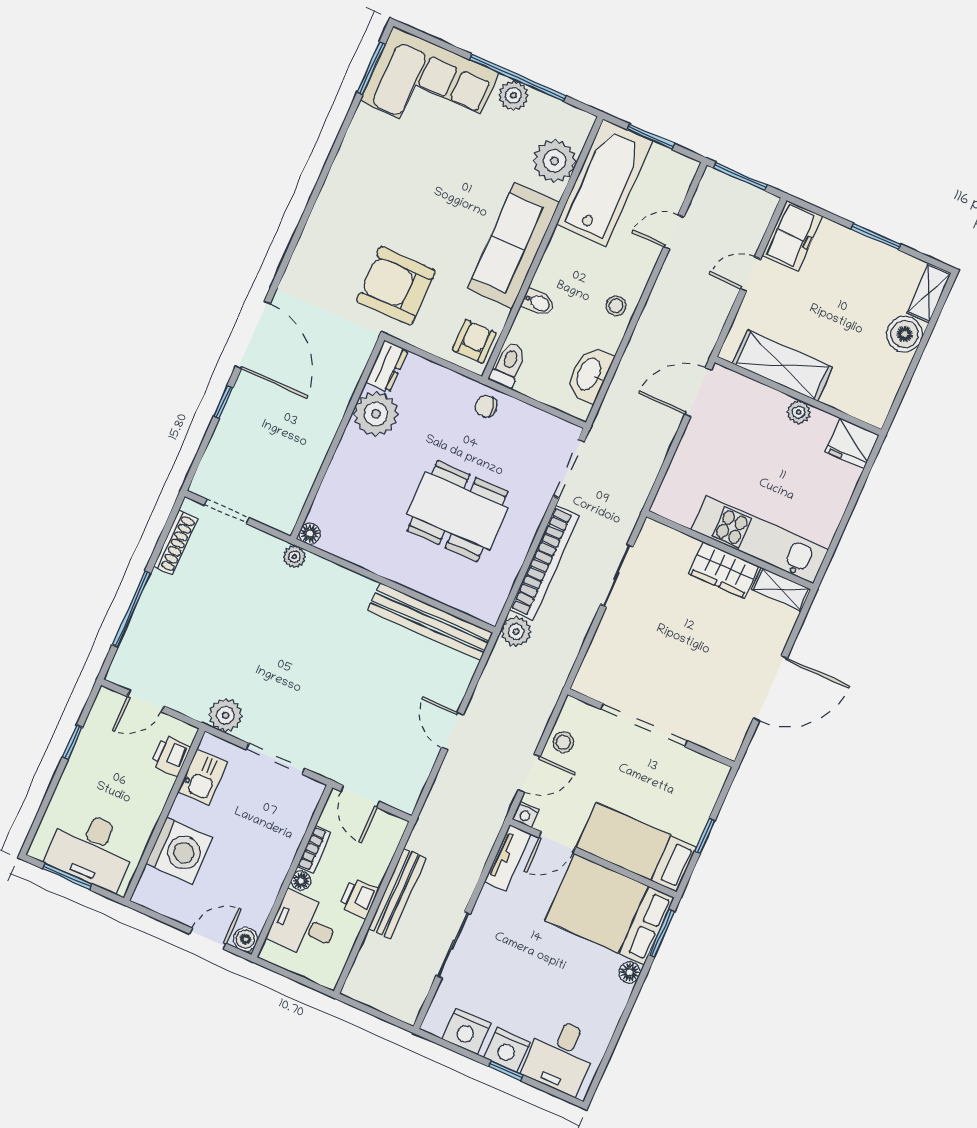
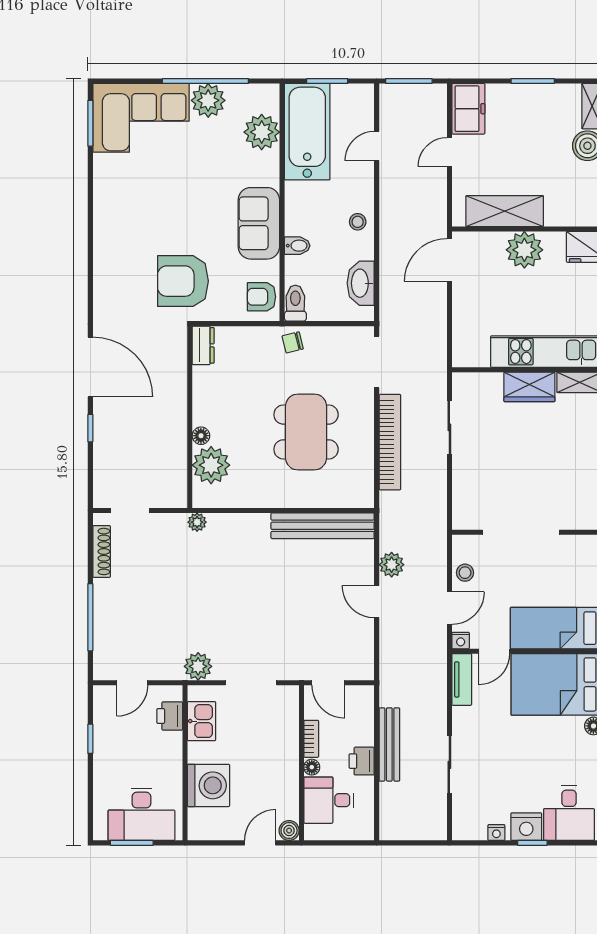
plant: (513, 95) -> (208, 100), width x1.36, depth x1.36
sofa: (513, 245) -> (259, 223), width x0.73
armchair: (474, 341) -> (262, 297), turned -90
plant: (799, 412) -> (524, 250), width x1.87, depth x1.87
plant: (376, 414) -> (211, 465), moved
dining table: (457, 511) -> (306, 432), turned 90
floor lamp: (310, 534) -> (201, 436), moved
plant: (516, 631) -> (392, 565), moved
nightstand: (466, 1031) -> (496, 833), width x0.53, depth x0.56

